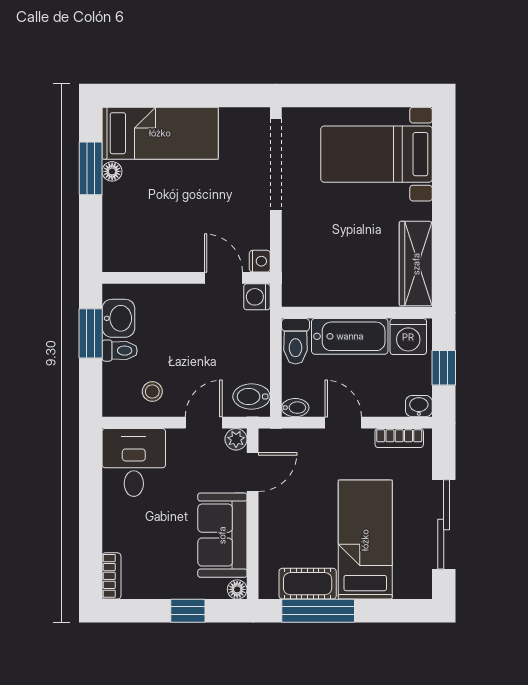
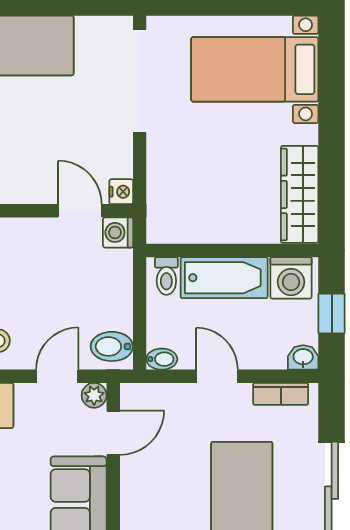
toilet: (296, 341) -> (166, 276), width x0.73, depth x0.72

